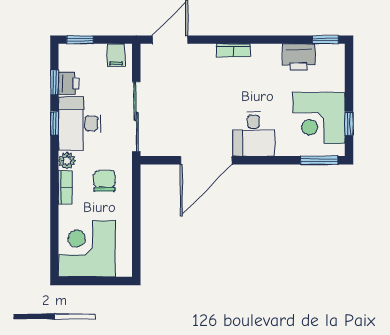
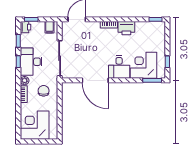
printer: (299, 57) -> (126, 28), moved
printer: (69, 83) -> (25, 27), moved
corner desk: (319, 118) -> (144, 65), moved, turned 90
door: (206, 160) -> (95, 80), hinge flipped

